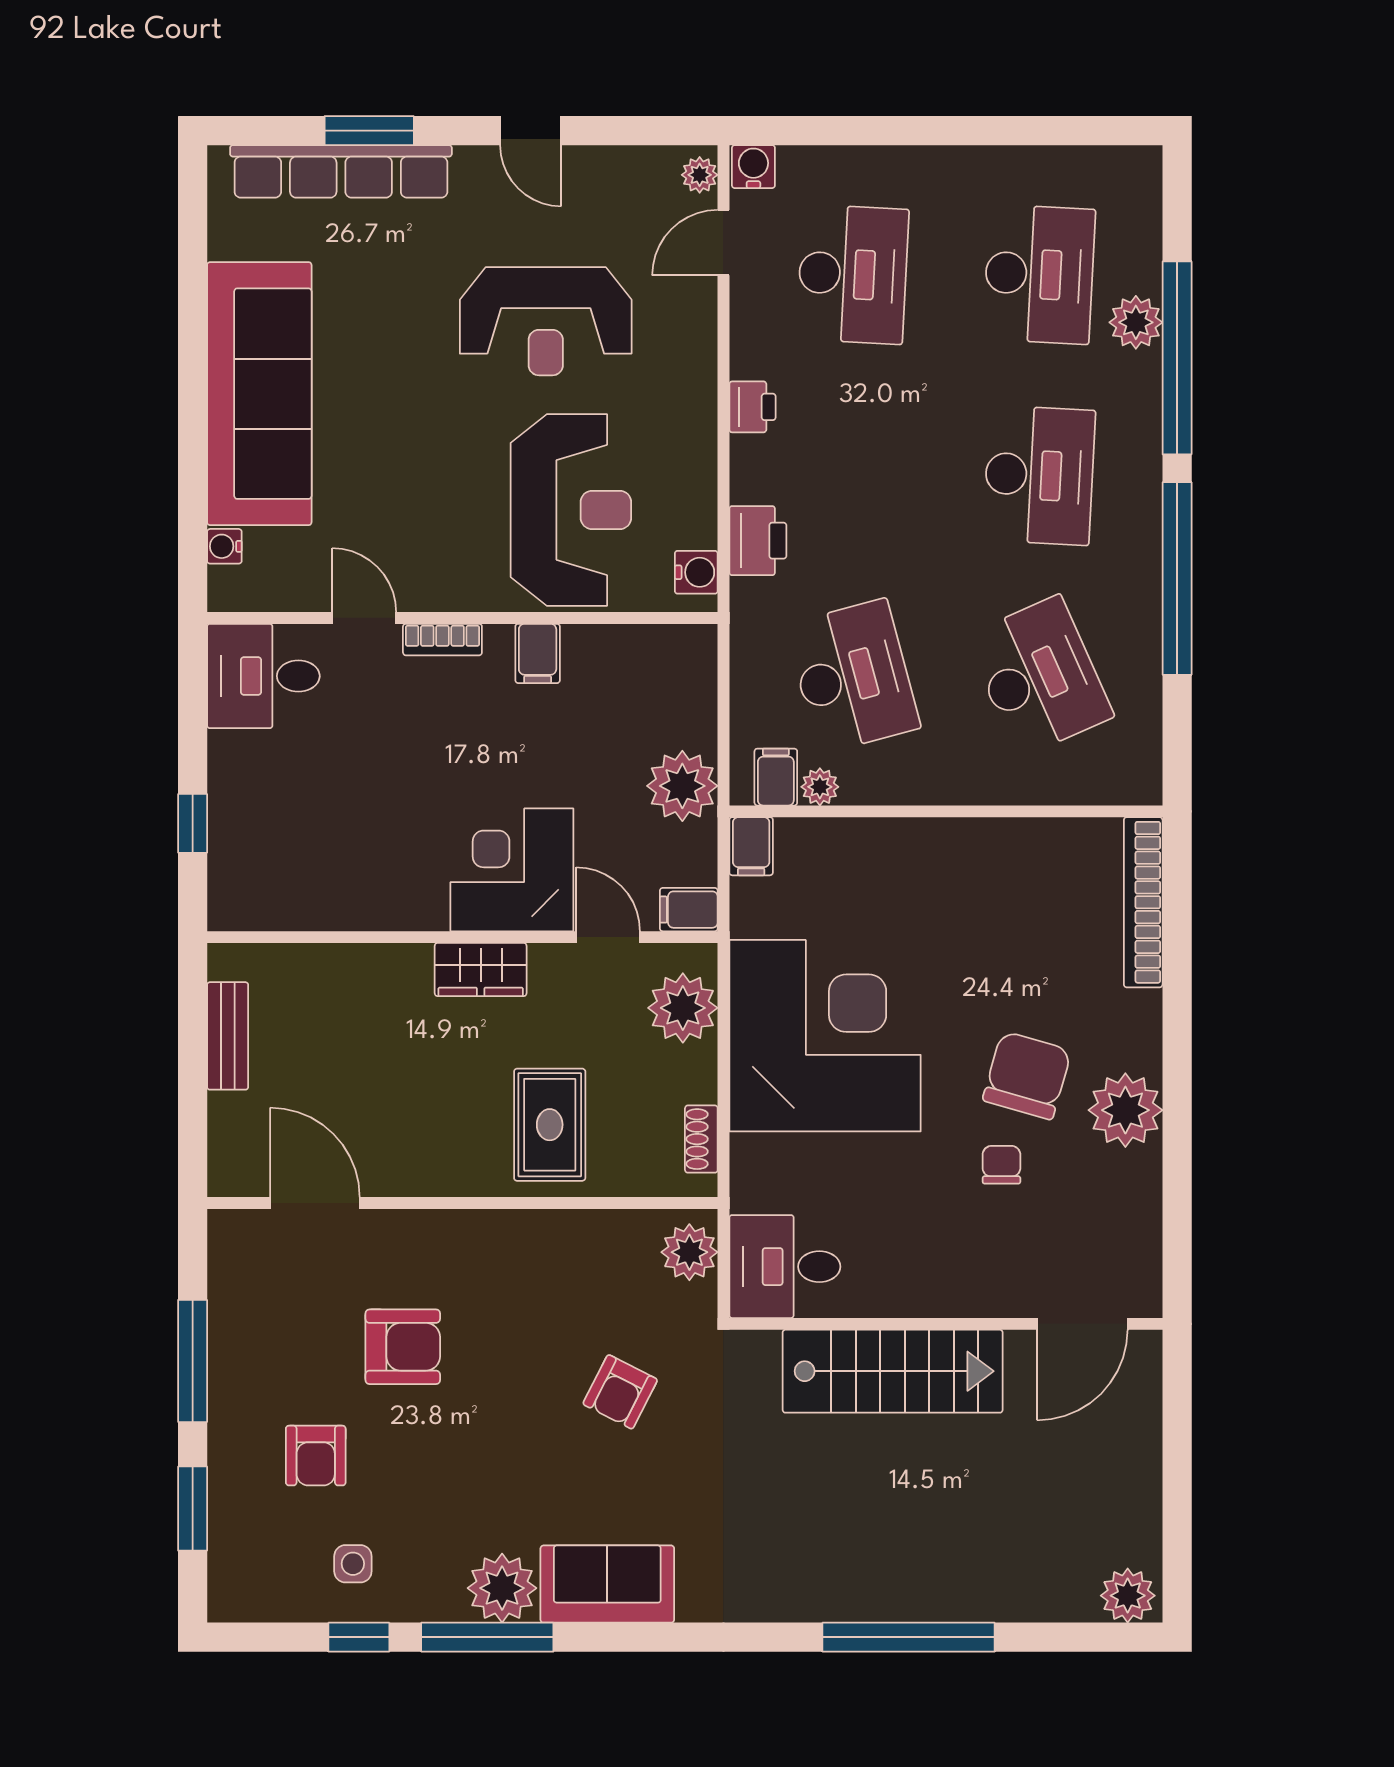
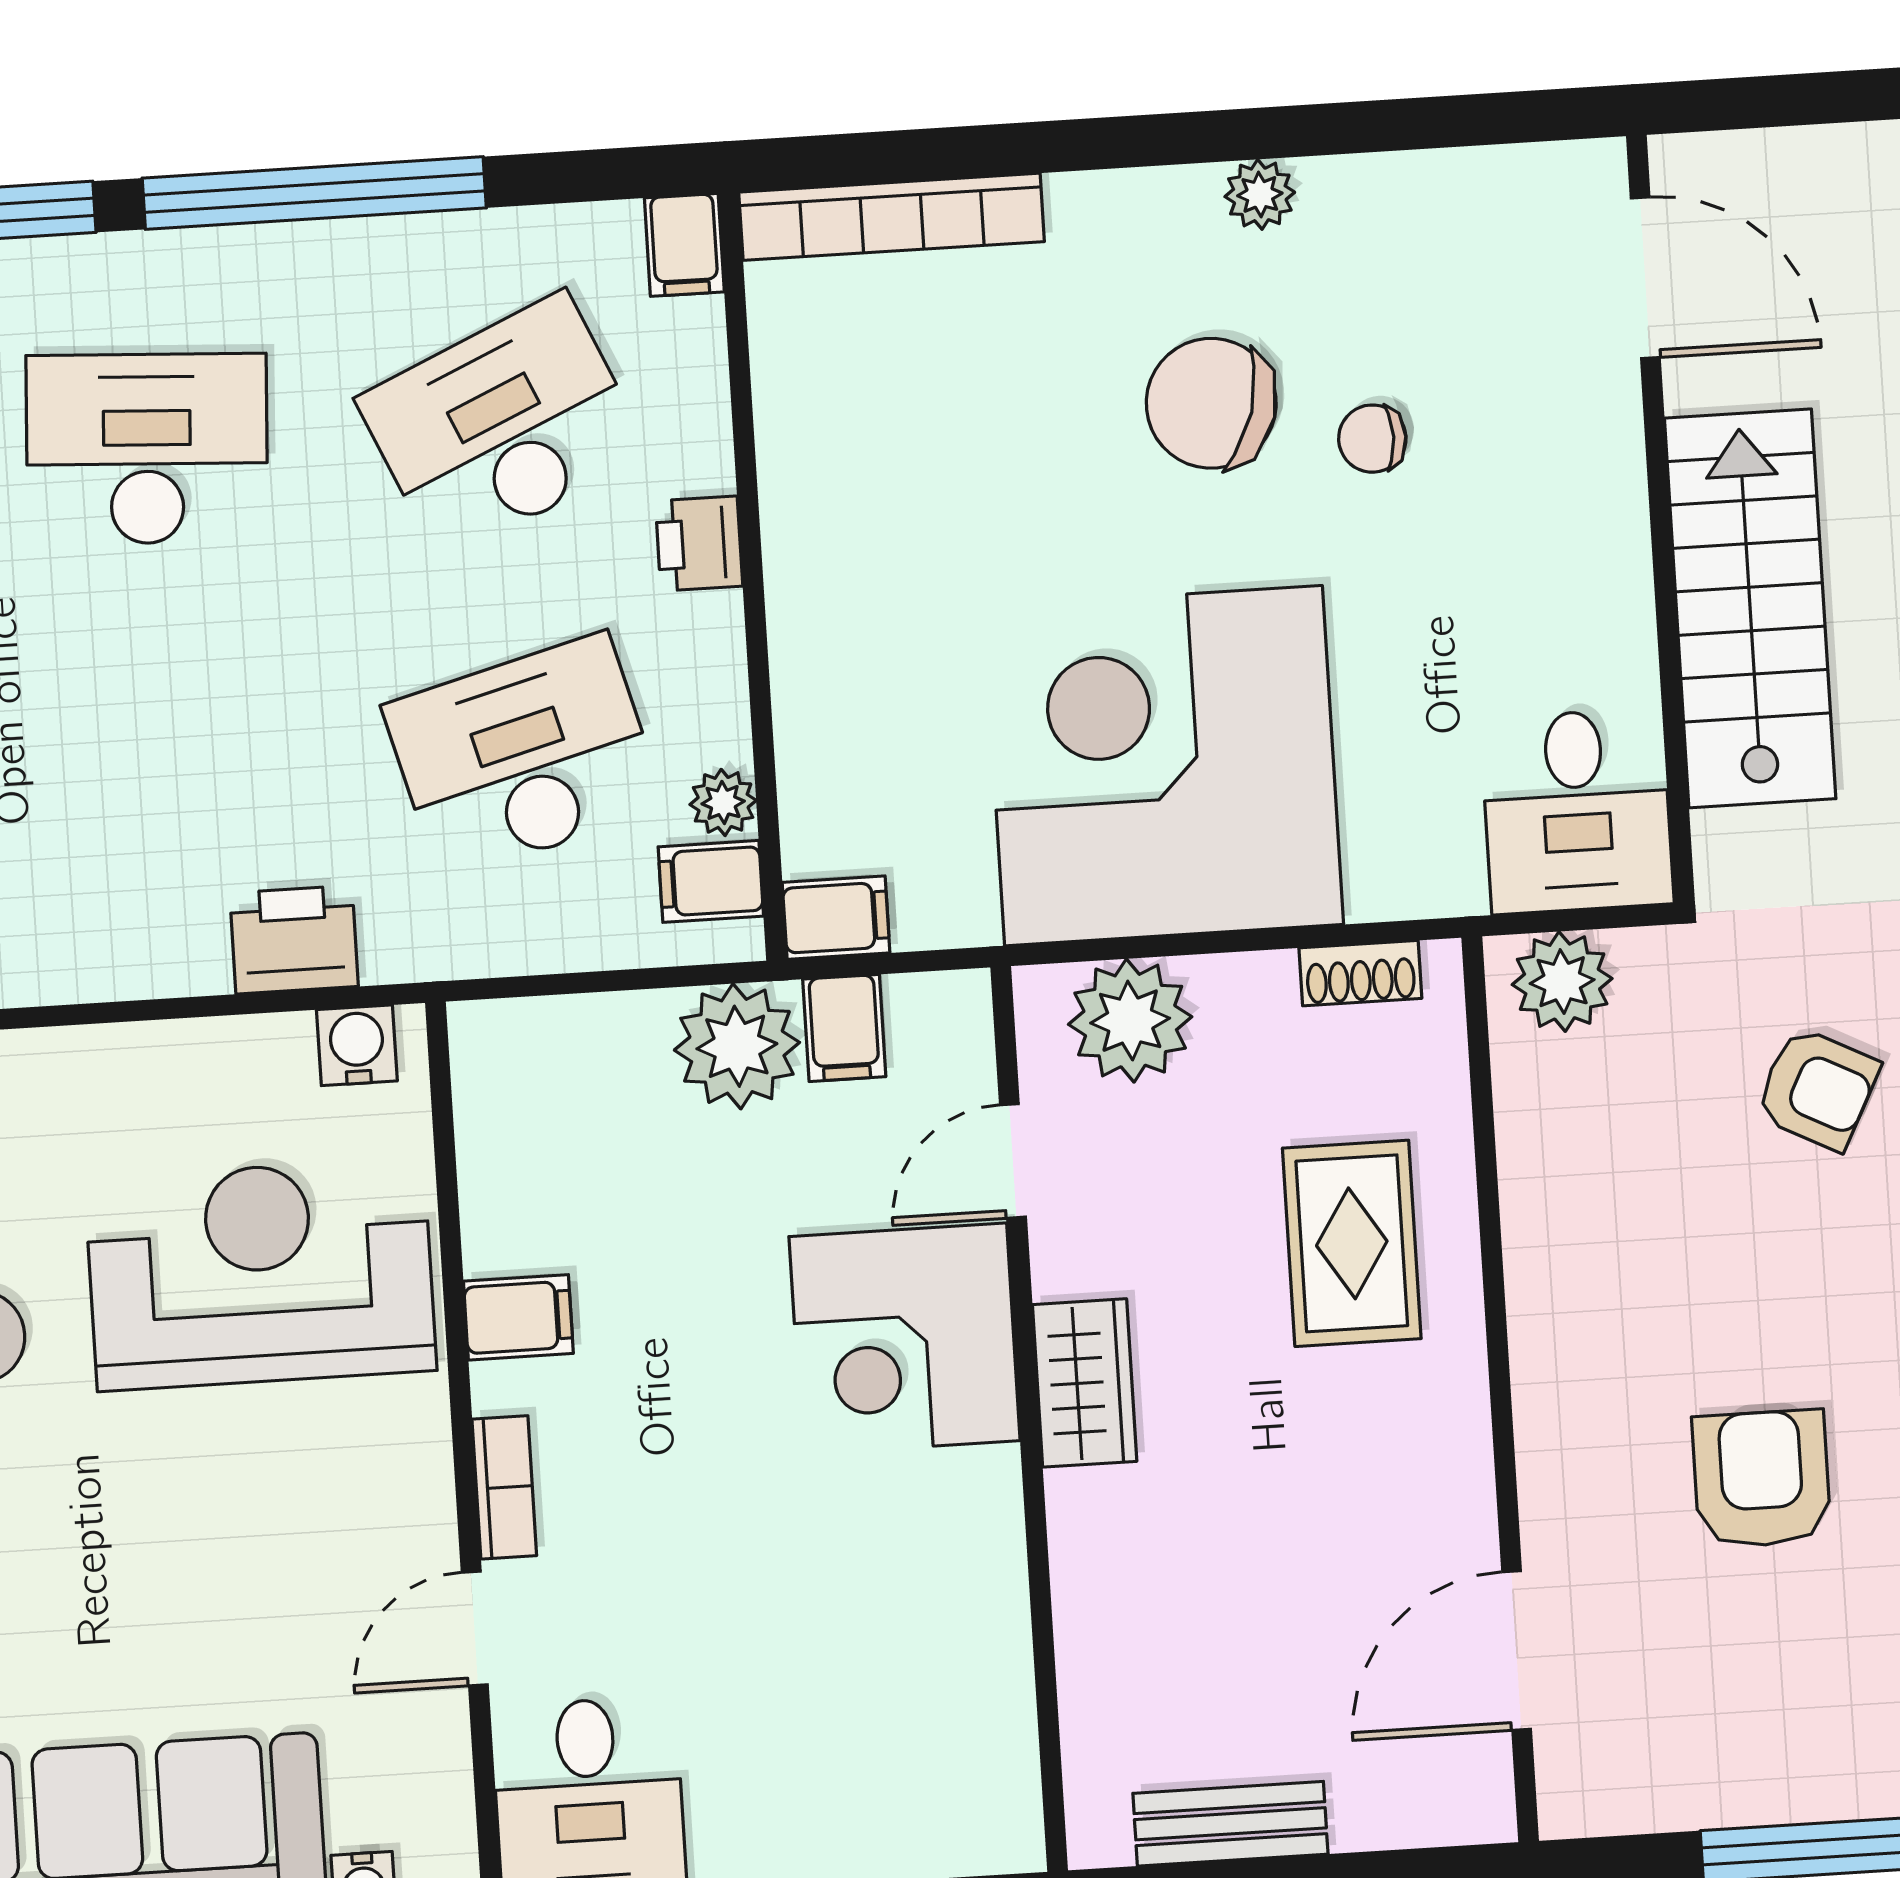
printer: (752, 407) -> (699, 543), moved, turned -90
filing cabinet: (1135, 785) -> (684, 245), added
filing cabinet: (689, 910) -> (844, 1028), moved
plant: (1125, 1110) -> (1260, 194), width x0.53, depth x0.53
rug: (550, 1125) -> (1352, 1243), turned 90

